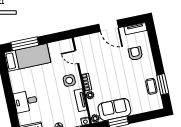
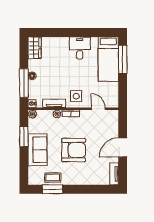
armchair: (135, 54) -> (74, 150), moved, width x1.88, depth x1.88
door: (77, 57) -> (98, 109), hinge flipped
desk: (26, 101) -> (80, 48), moved
sofa: (114, 109) -> (37, 150), moved

